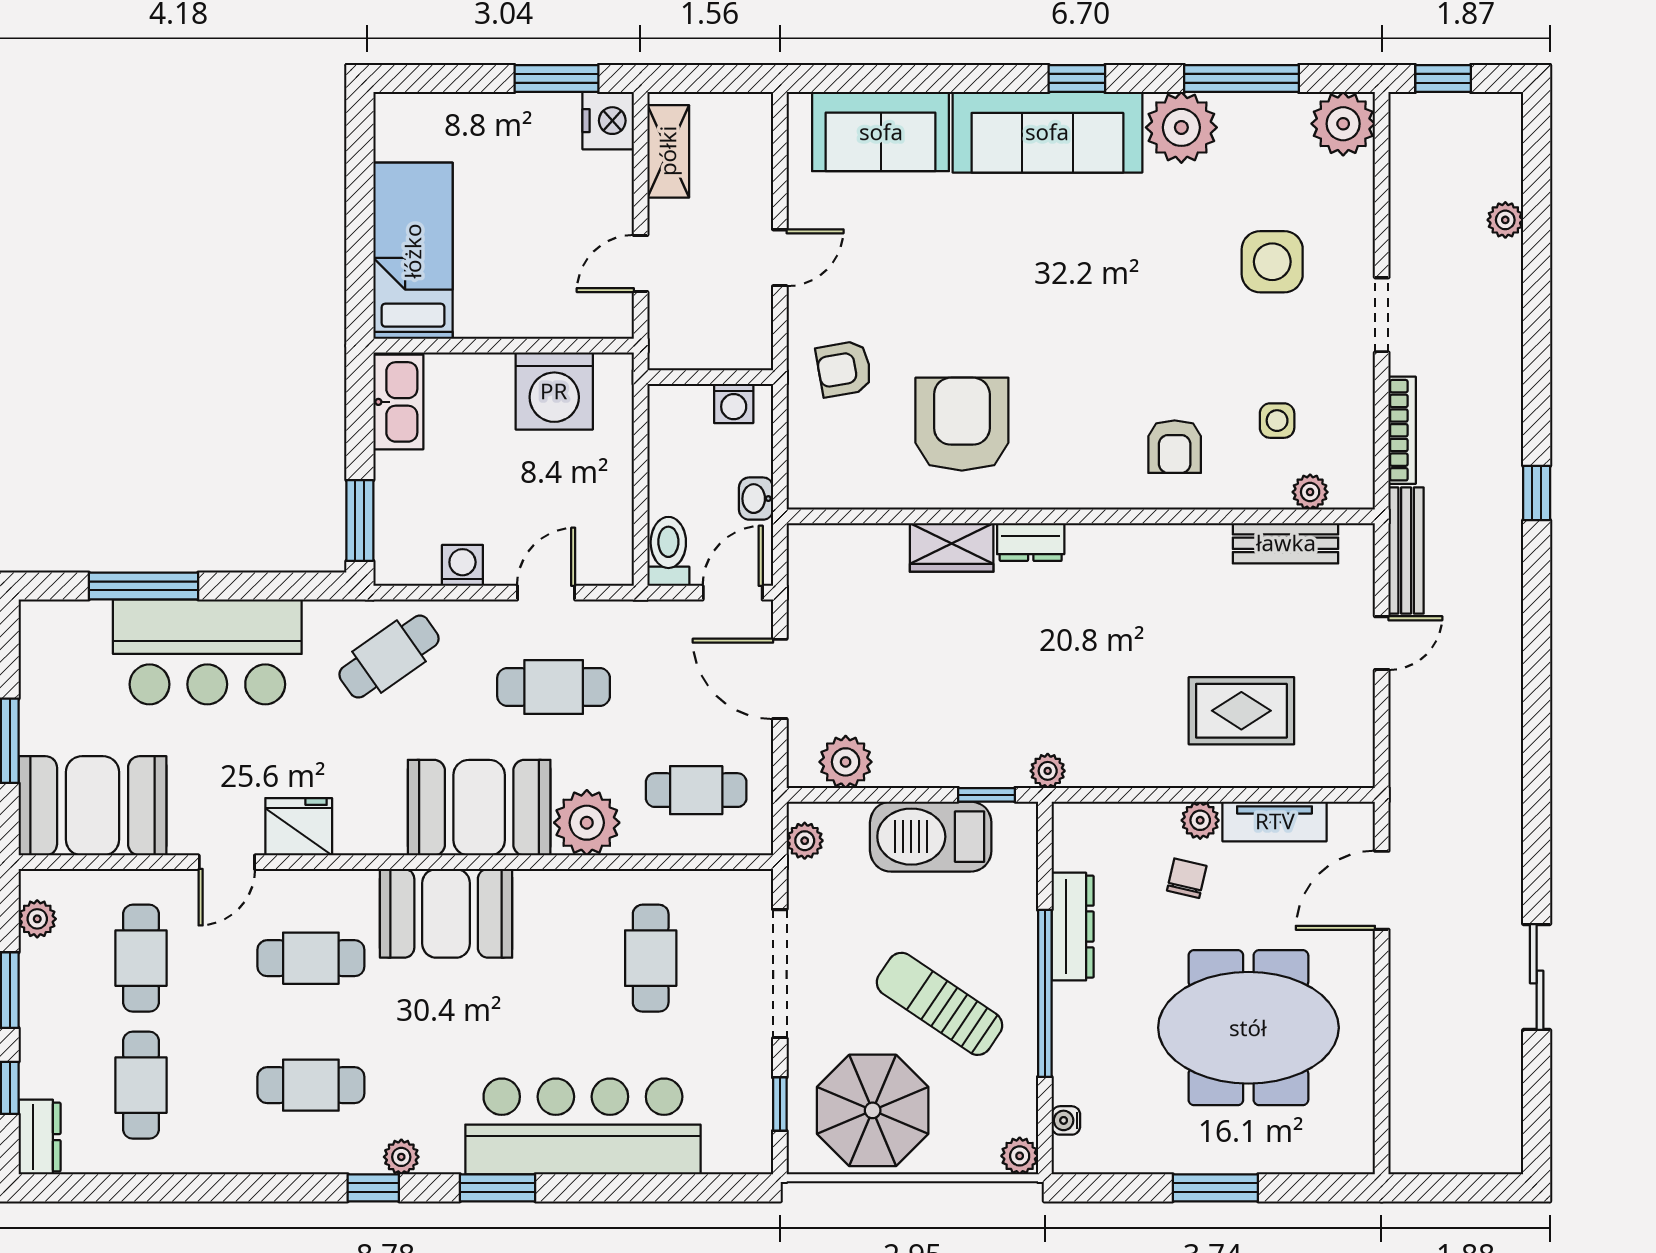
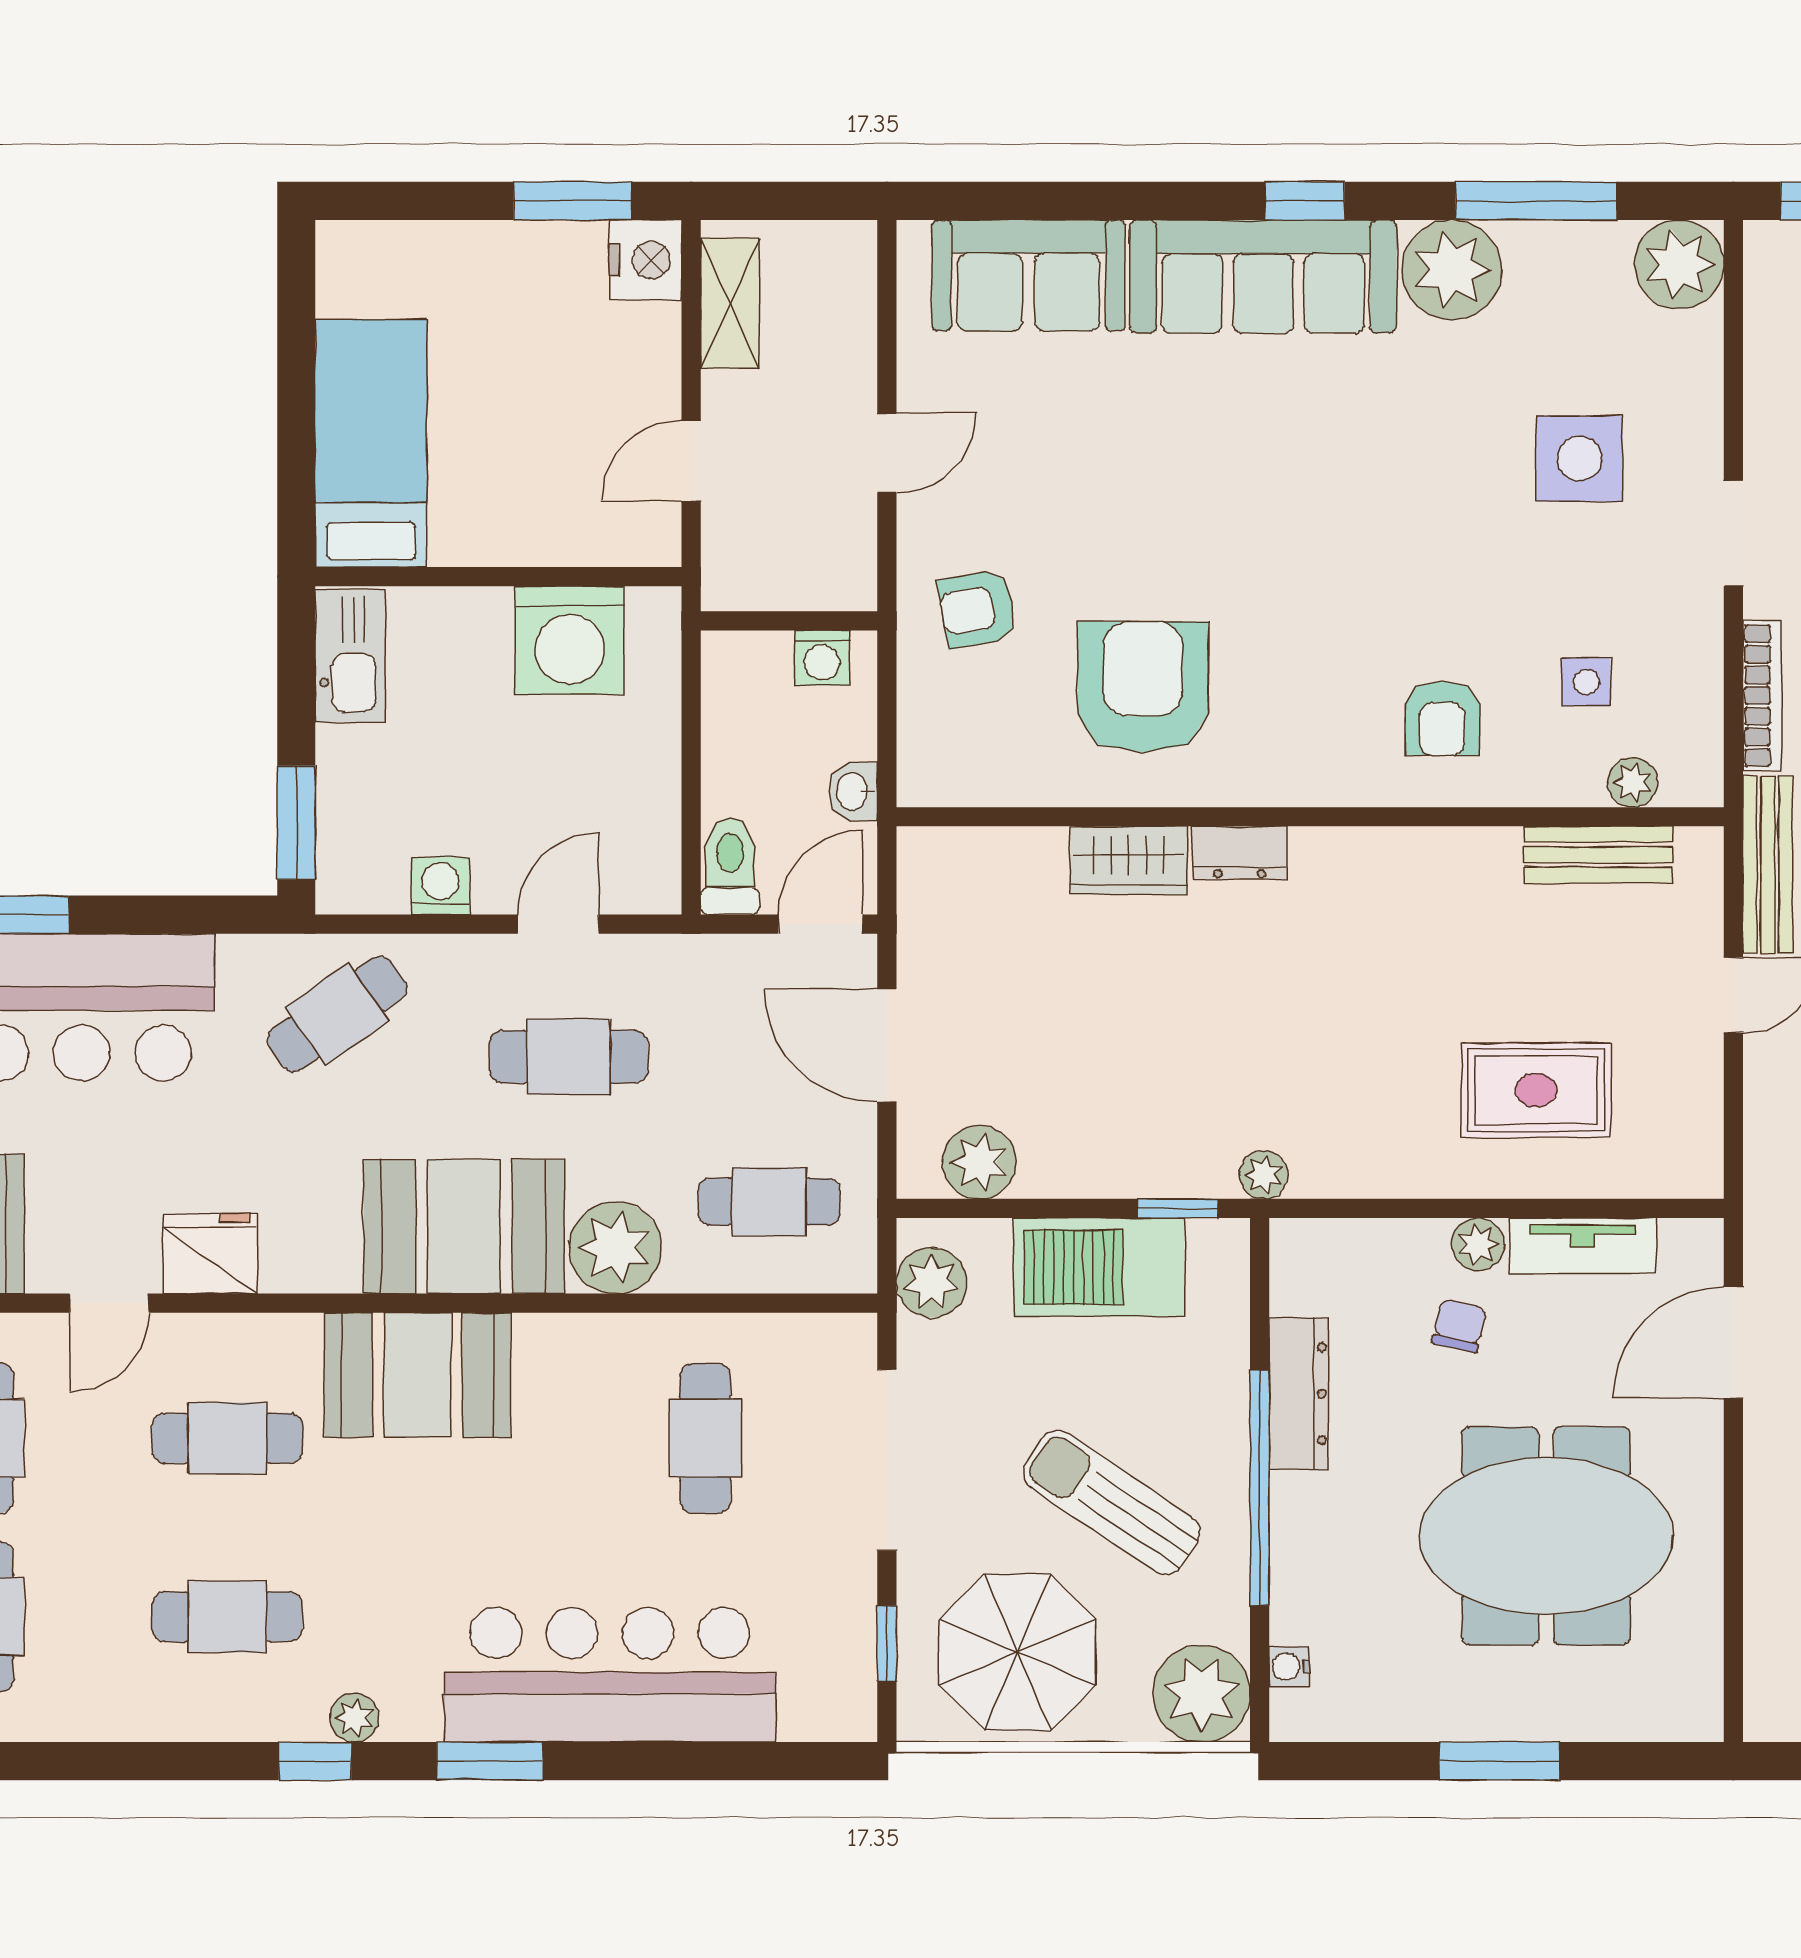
plant: (805, 841) -> (931, 1283), width x1.38, depth x1.38
plant: (1020, 1156) -> (1201, 1694), width x1.87, depth x1.87

